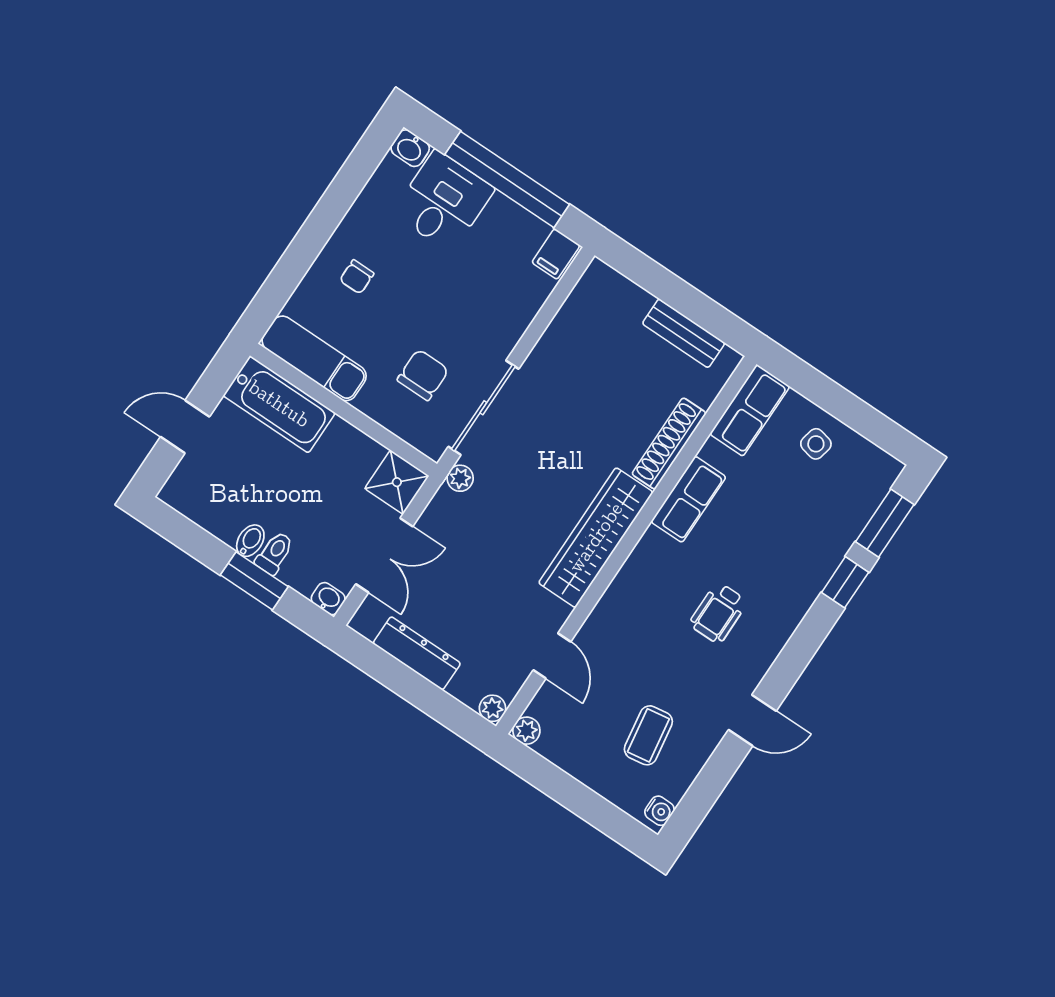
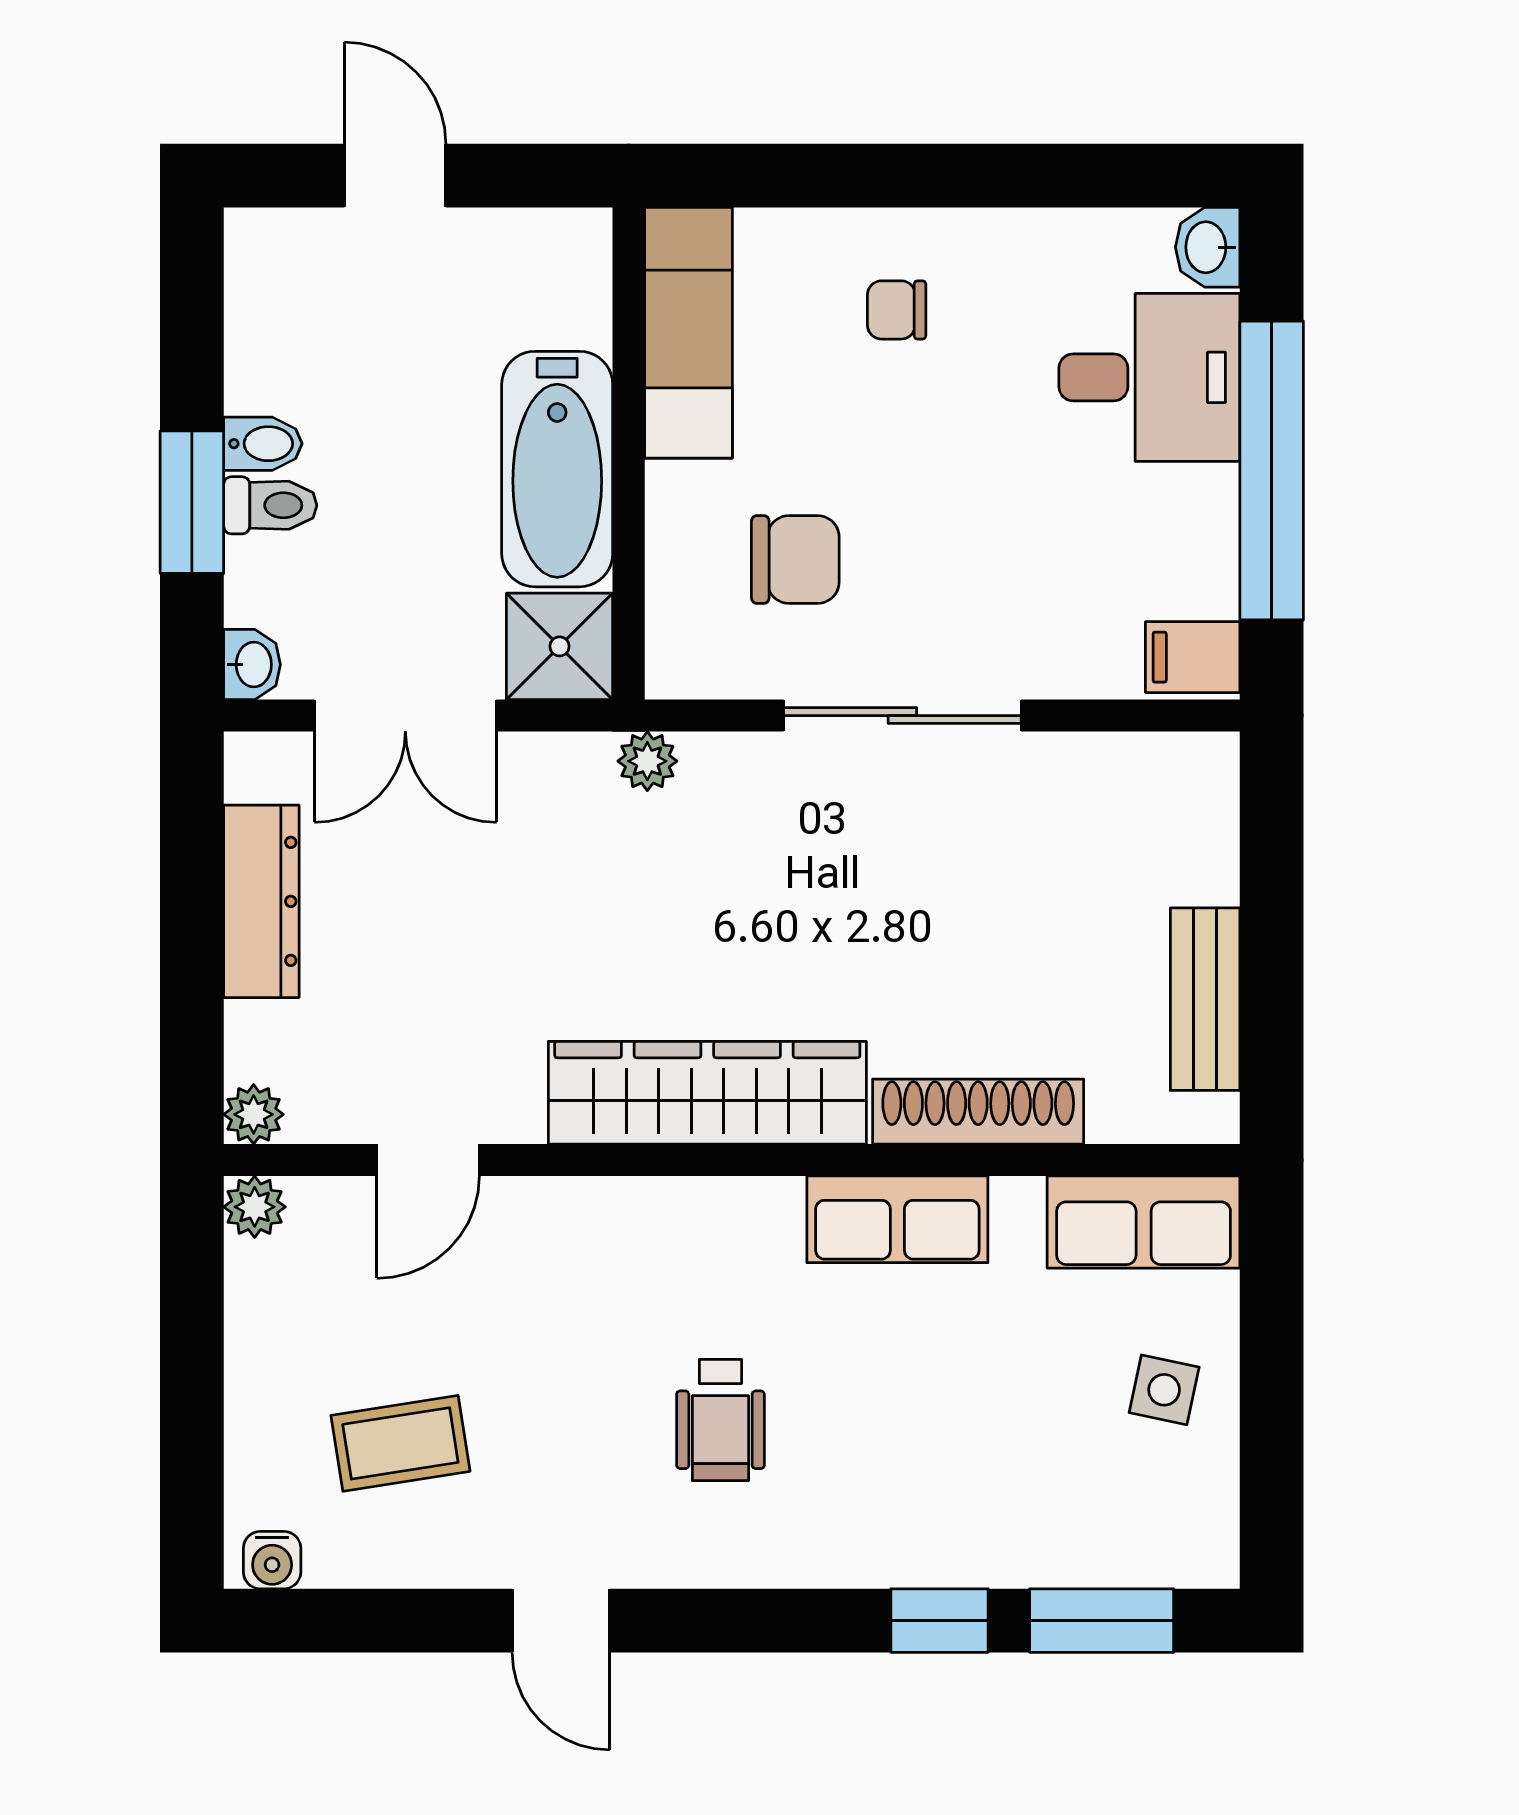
bathtub: (279, 404) -> (557, 469), moved
sliding door: (483, 408) -> (902, 716), moved
wheelchair: (718, 613) -> (720, 1420), turned -90

